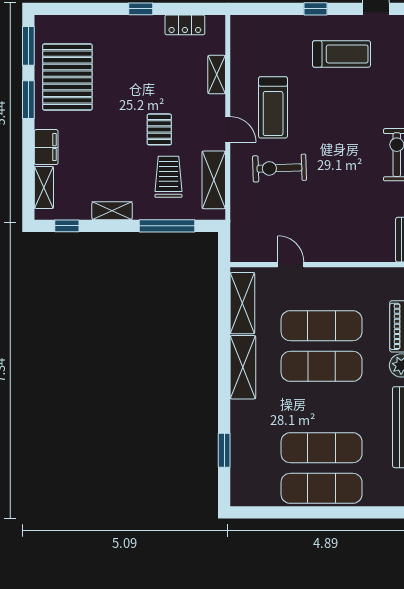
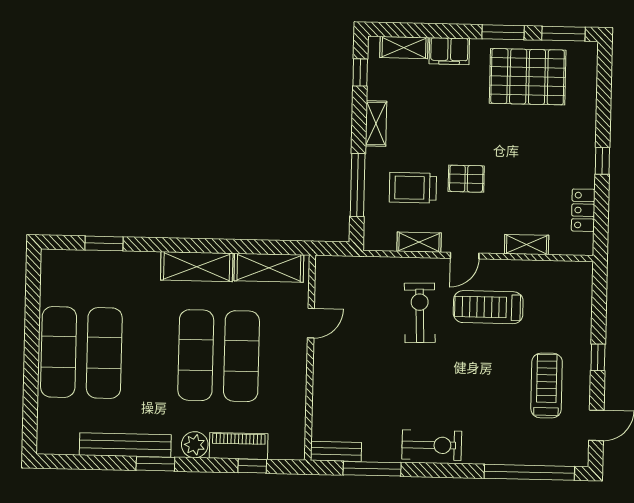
treadmill: (341, 54) -> (547, 386), turned 180
trolley: (168, 177) -> (413, 188), turned 180
shelving: (214, 180) -> (419, 242), width x0.67, depth x0.75

